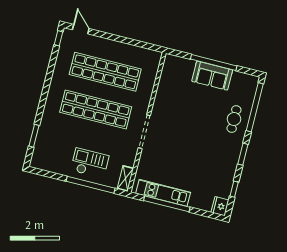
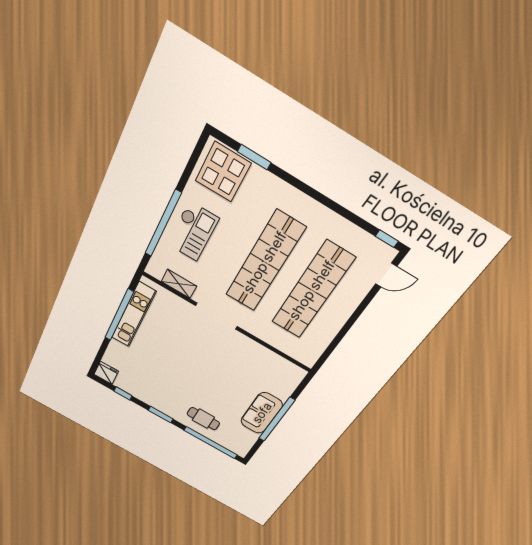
display table: (48, 153) -> (223, 172), added
shelving: (125, 178) -> (179, 284), moved

